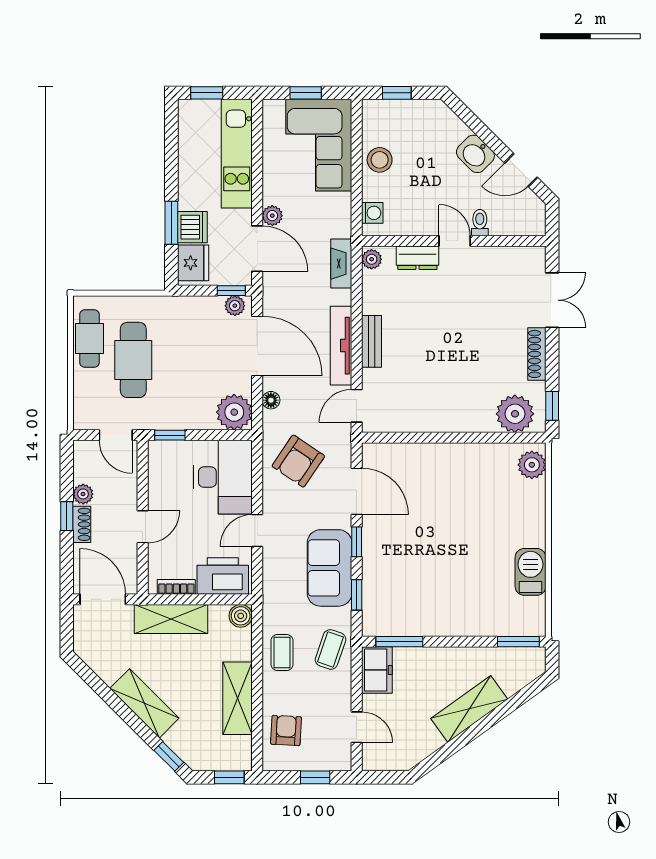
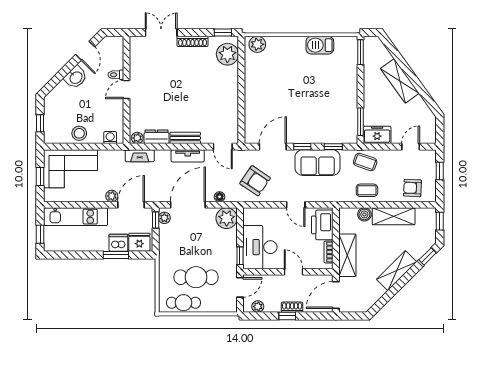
dresser: (417, 258) -> (157, 137), moved, turned -90
tv unit: (341, 346) -> (188, 156), width x0.71
desk: (223, 477) -> (260, 247), moved, turned -90
plant: (83, 494) -> (258, 306), moved
boiler: (241, 616) -> (364, 214), moved

